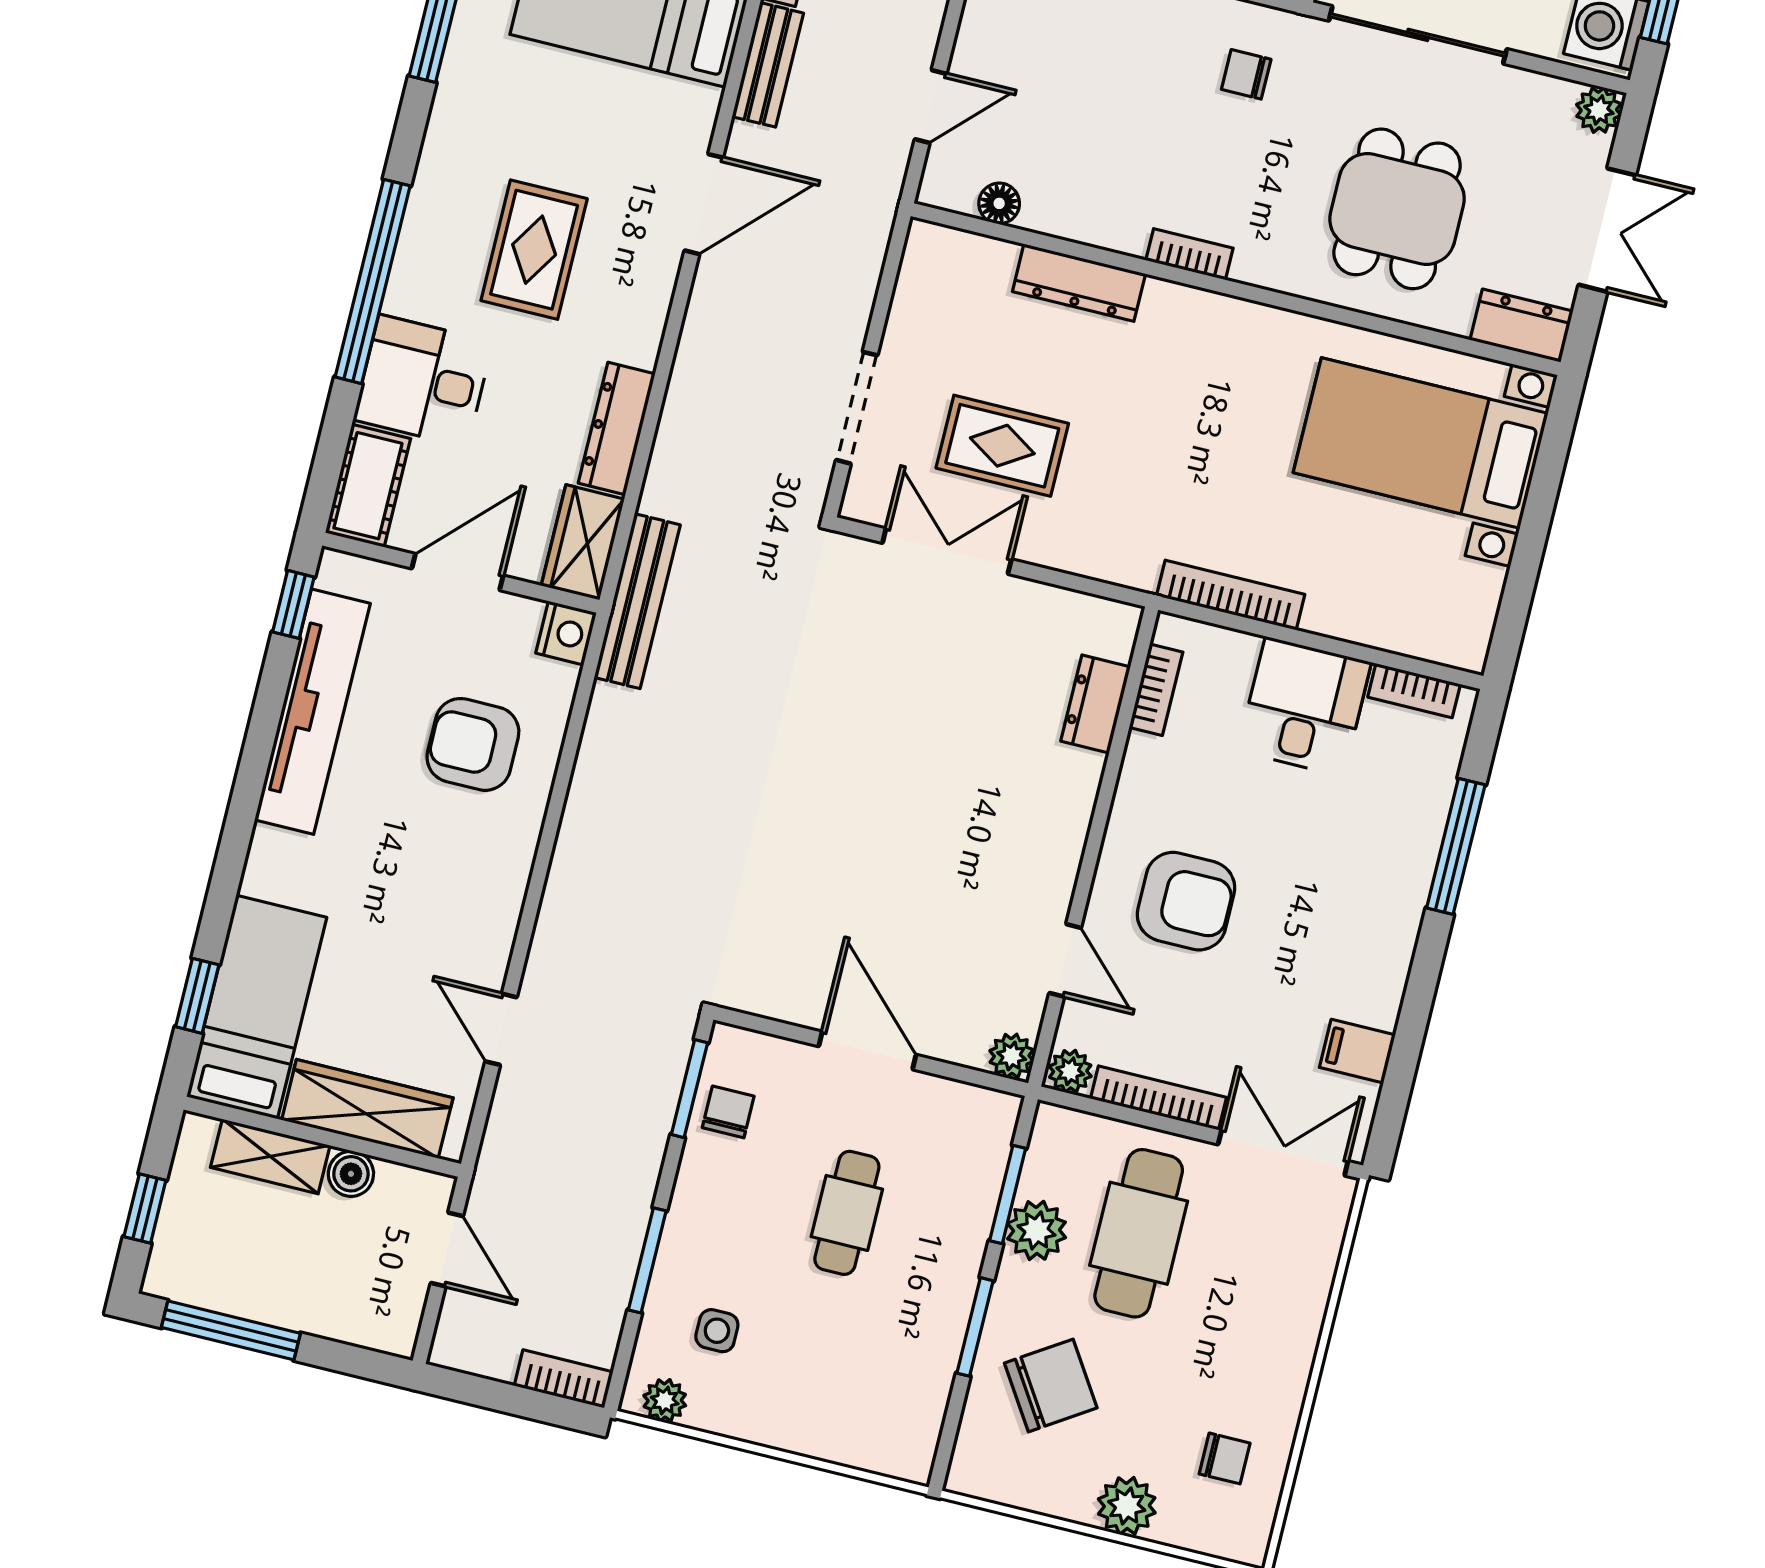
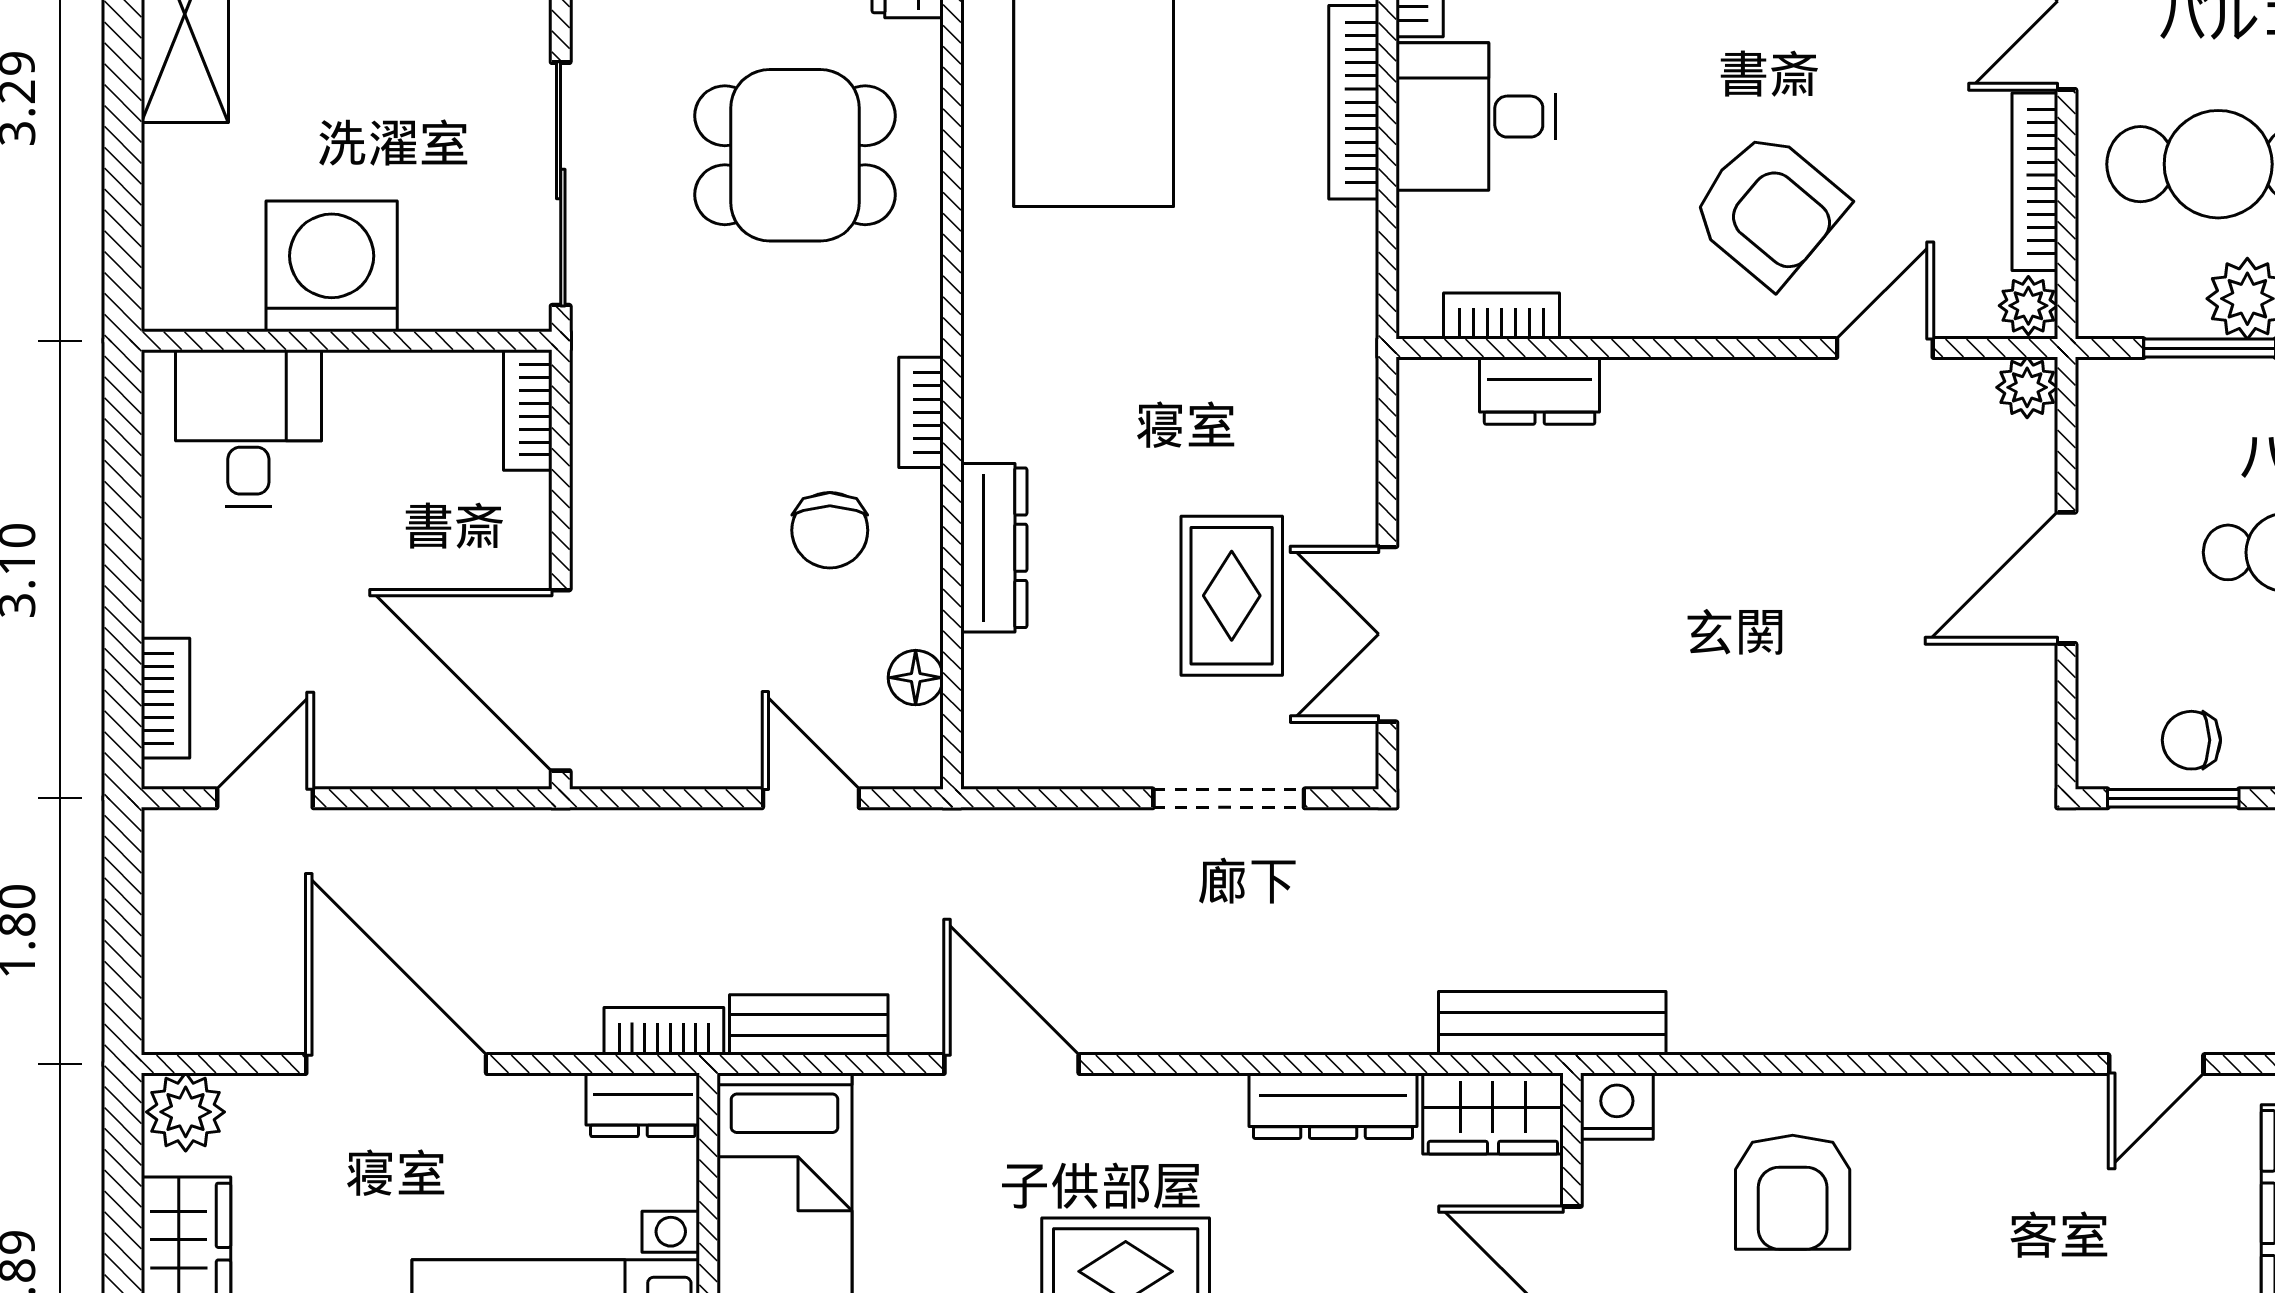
chair: (1246, 74) -> (830, 530), moved, width x1.37, depth x1.37
bookcase: (1231, 595) -> (1354, 102), moved
armchair: (1186, 901) -> (1768, 209), turned 130

